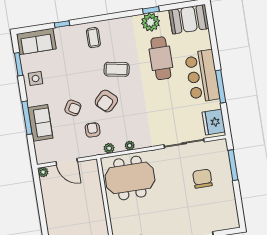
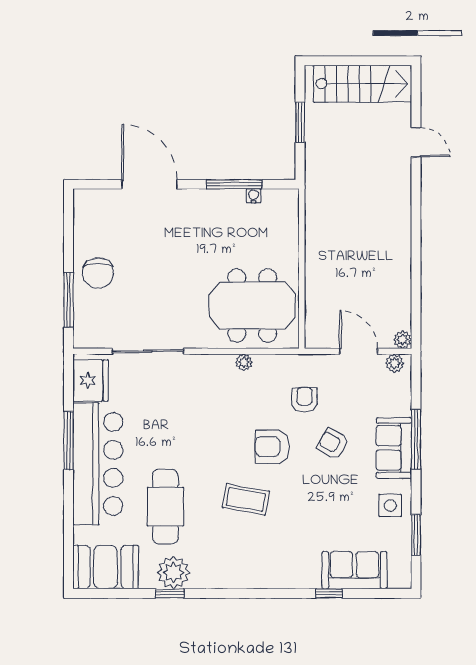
coffee table: (93, 38) -> (278, 561), removed
sofa: (36, 41) -> (354, 570), moved
bar counter: (202, 76) -> (98, 464), width x1.36
armchair: (106, 101) -> (272, 447), turned -134
sofa: (40, 123) -> (394, 448), moved
armchair: (93, 130) -> (304, 400), turned 180
plant: (109, 148) -> (395, 363), moved
chair: (202, 179) -> (98, 273), moved

